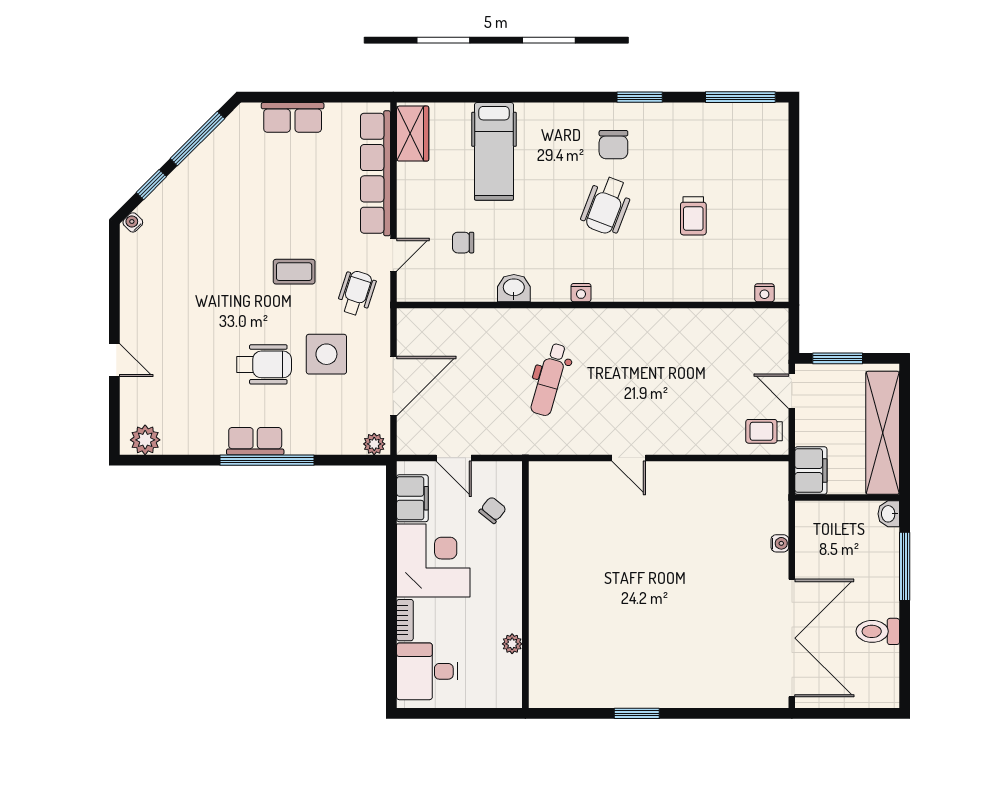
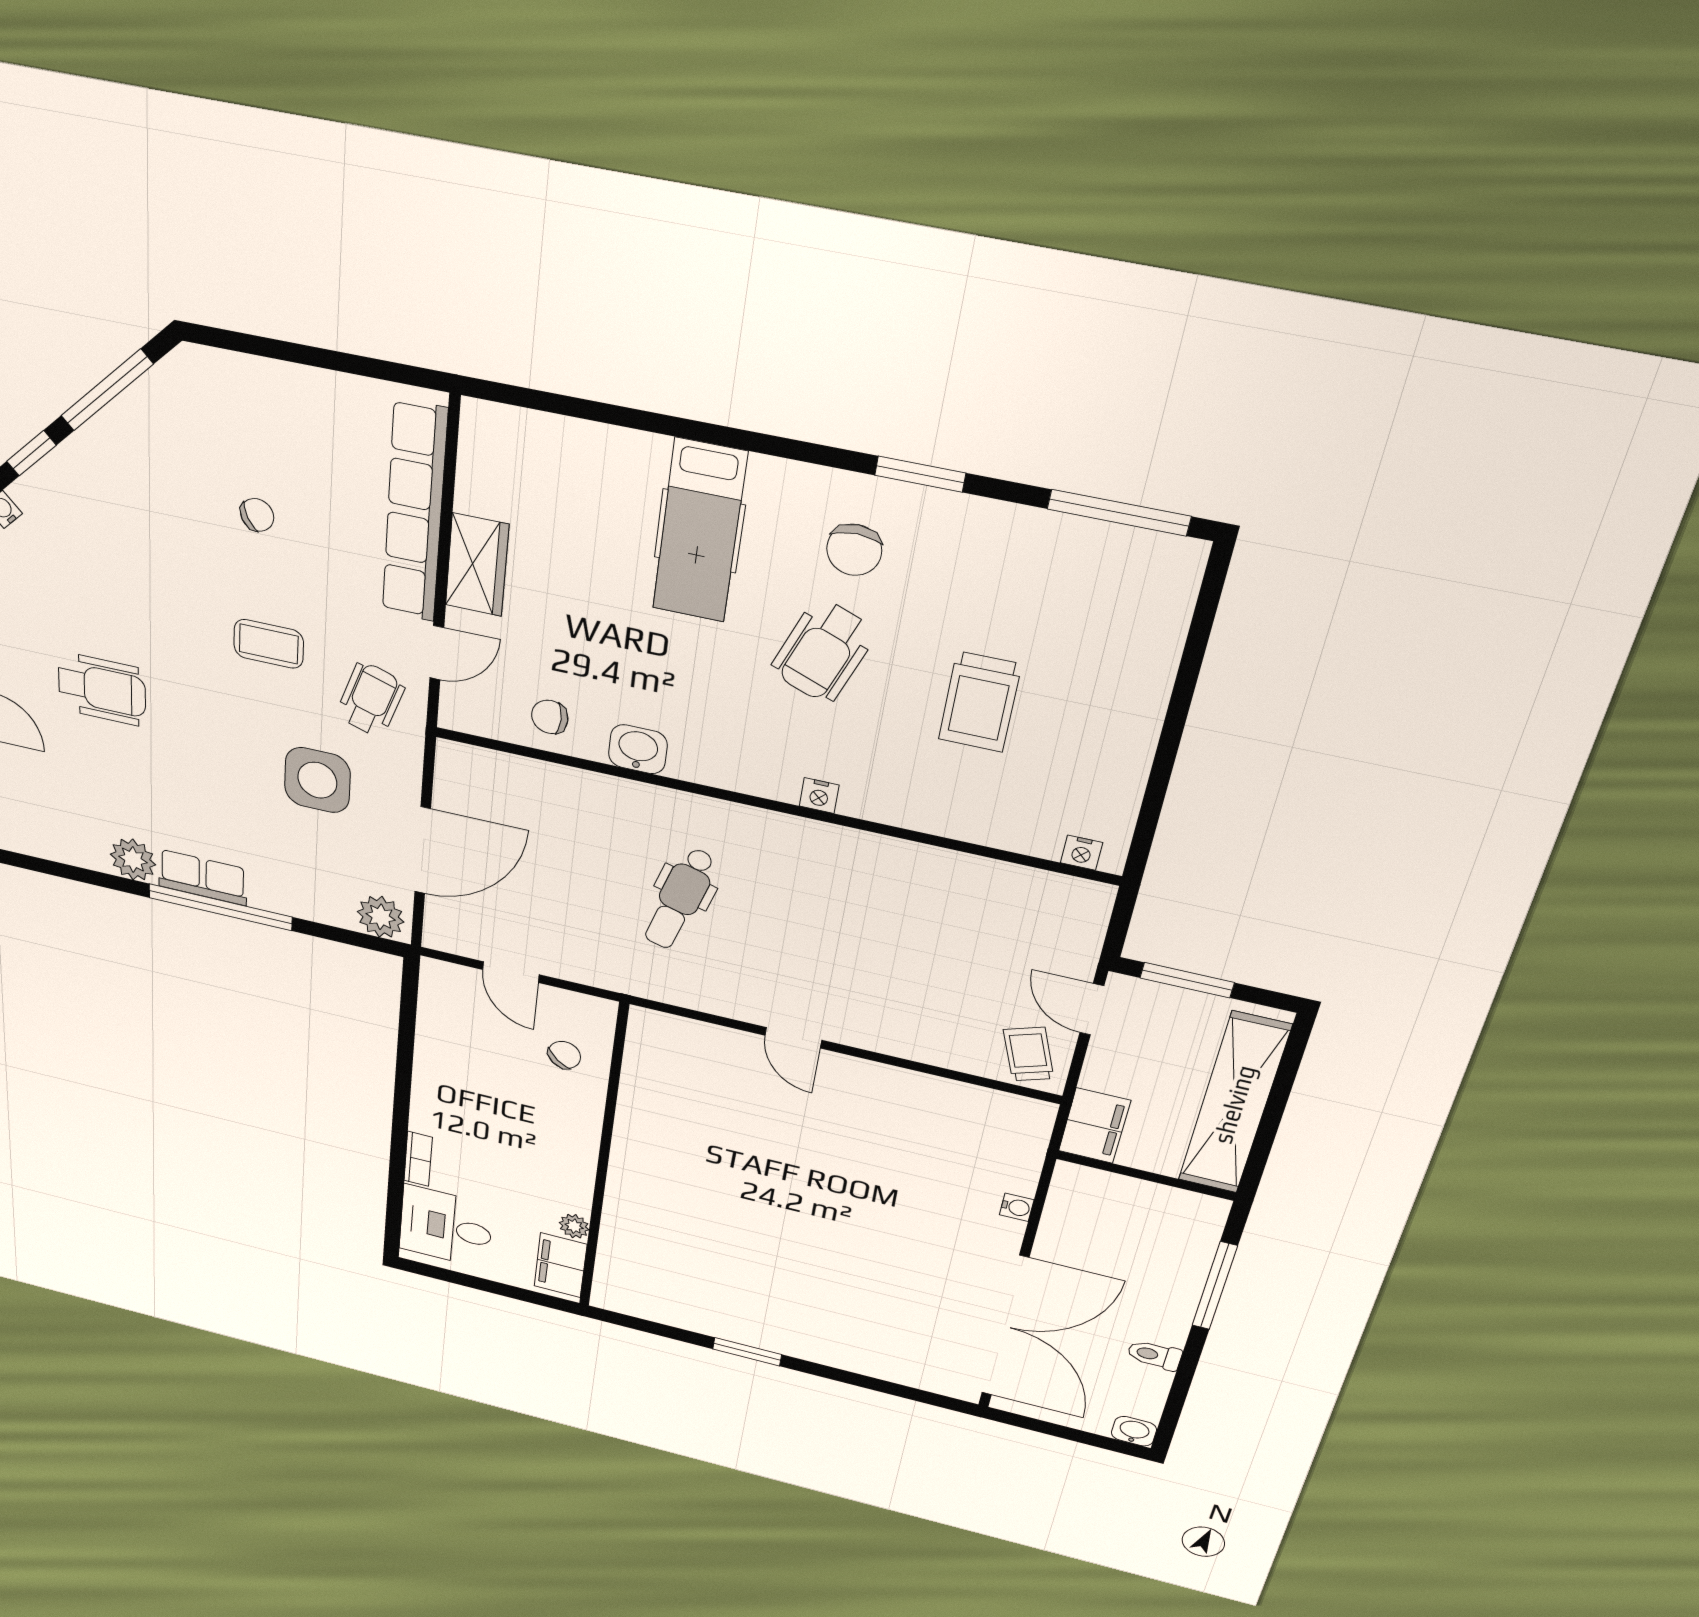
row of seats: (293, 117) -> (273, 385), removed
wardrobe: (413, 134) -> (477, 565), moved
hospital bed: (494, 151) -> (700, 531), moved
chair: (285, 194) -> (257, 515), added
trolley: (693, 216) -> (980, 702), width x1.36, depth x1.39
chair: (463, 243) -> (550, 717), moved
nightstand: (581, 293) -> (819, 796), moved
wheelchair: (264, 364) -> (102, 689), moved
trolley: (764, 431) -> (1029, 1054), turned 70
plant: (145, 440) -> (133, 859), moved
plant: (374, 444) -> (381, 917), width x1.38, depth x1.38
filing cabinet: (412, 498) -> (561, 1265), moved, turned 180
washbasin: (889, 514) -> (1134, 1431), moved, turned 90
corner desk: (433, 561) -> (466, 1097), removed
toilet: (878, 631) -> (1154, 1355), width x0.73, depth x0.72

